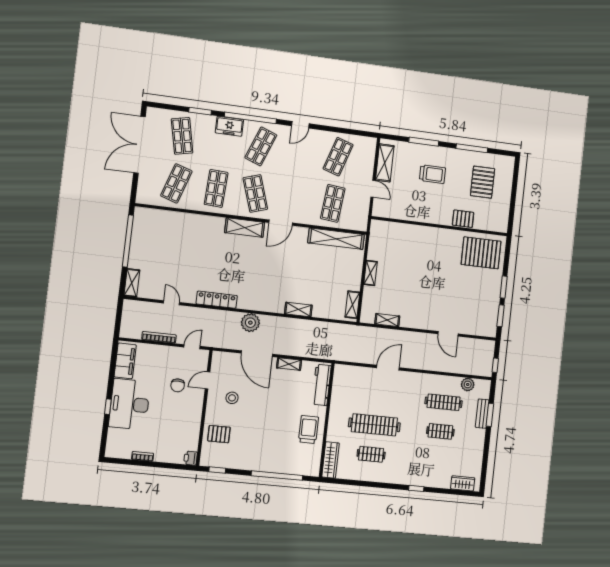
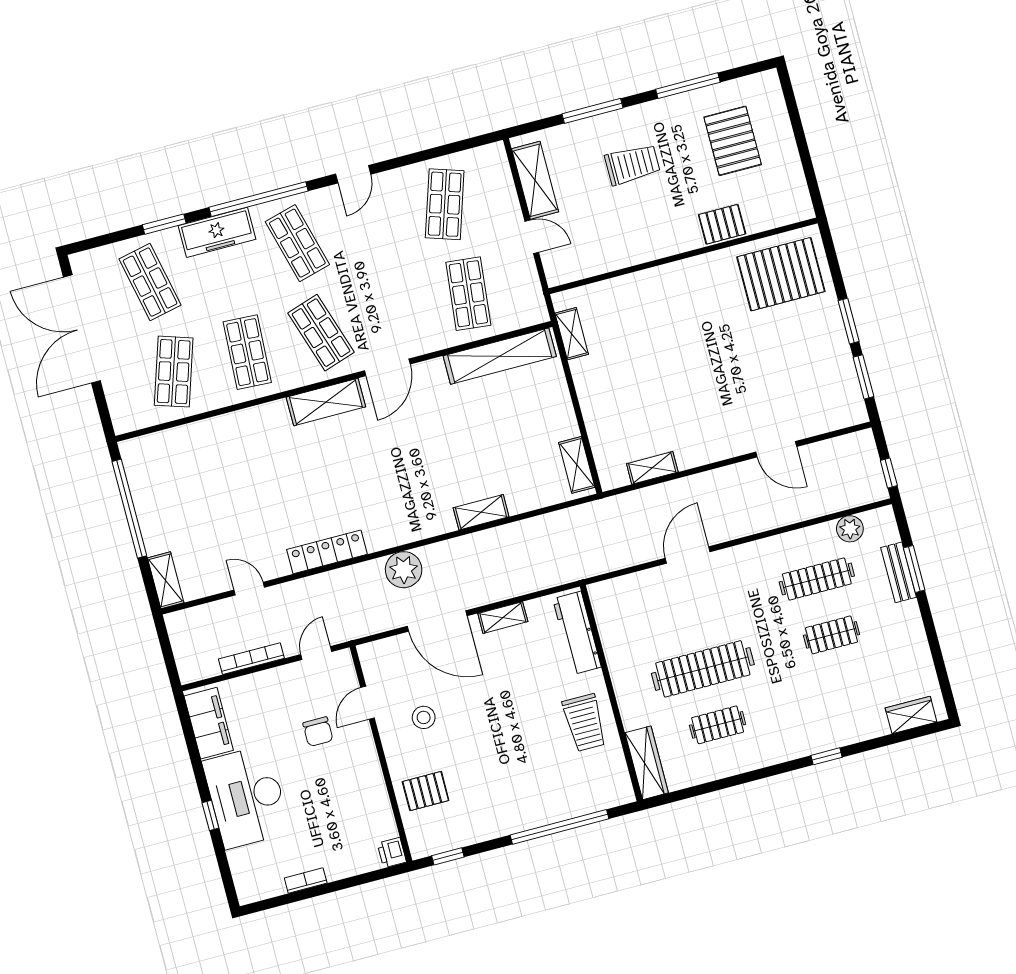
freezer: (229, 126) -> (217, 232), width x1.40
shop shelf: (261, 146) -> (297, 243), turned -36
shelving: (371, 273) -> (572, 334), moved
trolley: (308, 430) -> (585, 723), turned 180

